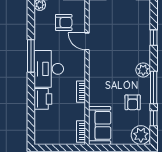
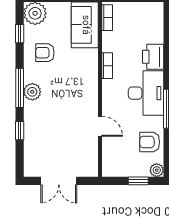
armchair: (64, 22) -> (150, 142), moved
window: (154, 87) -> (20, 88), moved
armchair: (133, 102) -> (45, 53), turned -90

